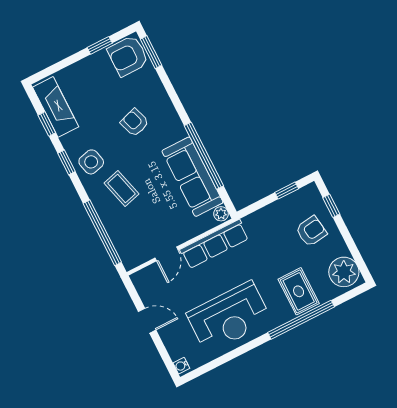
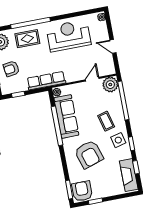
armchair: (128, 56) -> (82, 191), turned -90
armchair: (135, 123) -> (89, 154), width x1.88, depth x1.88
row of seats: (214, 244) -> (46, 81), moved
plant: (133, 254) -> (110, 85), added
rug: (299, 291) -> (27, 39), turned 90

